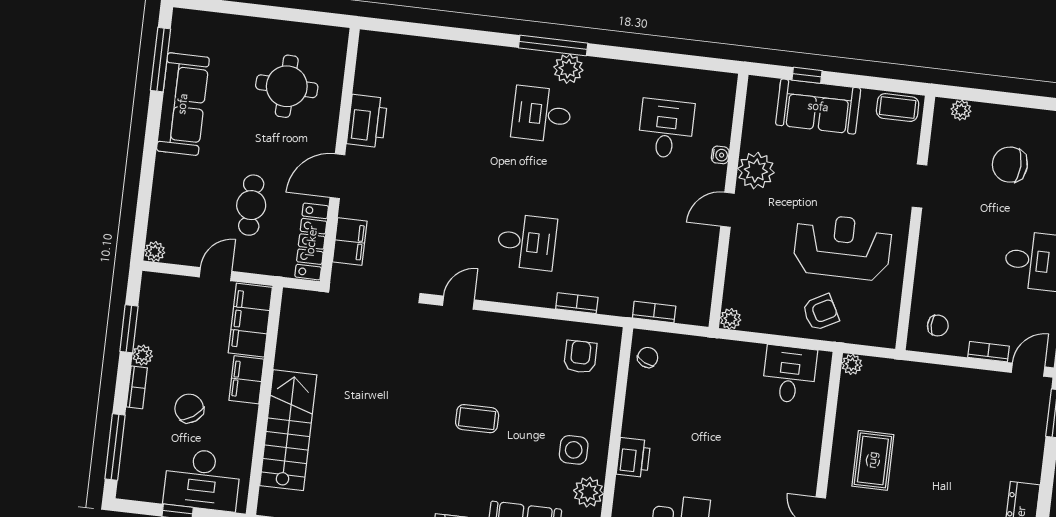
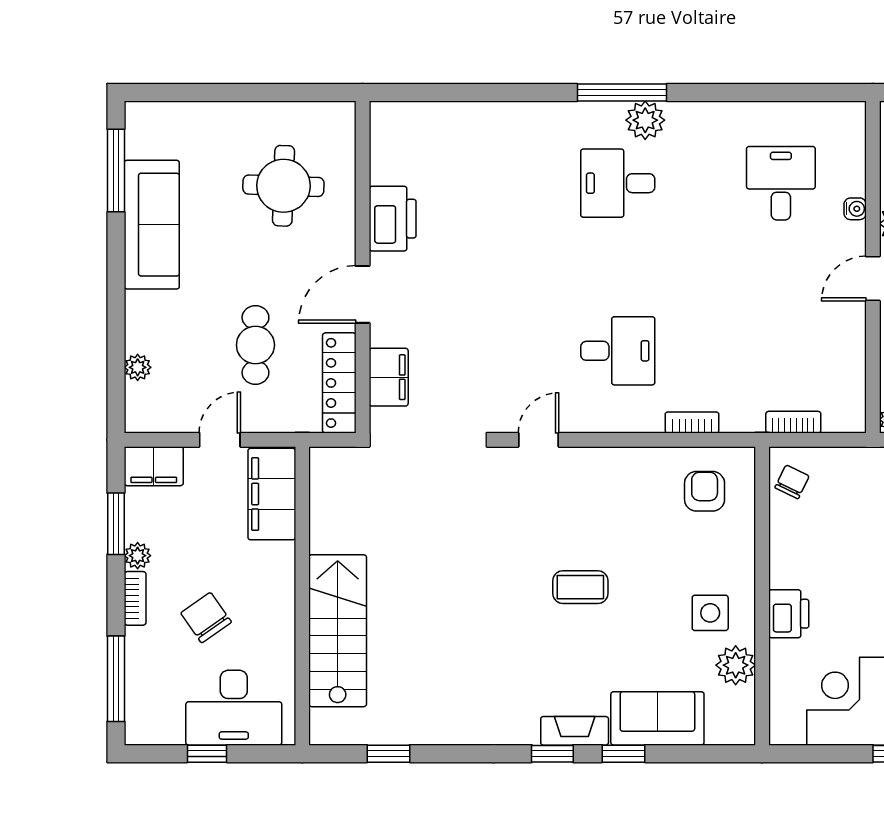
plant: (155, 252) -> (138, 367), moved
filing cabinet: (246, 380) -> (154, 466), moved, turned -90

